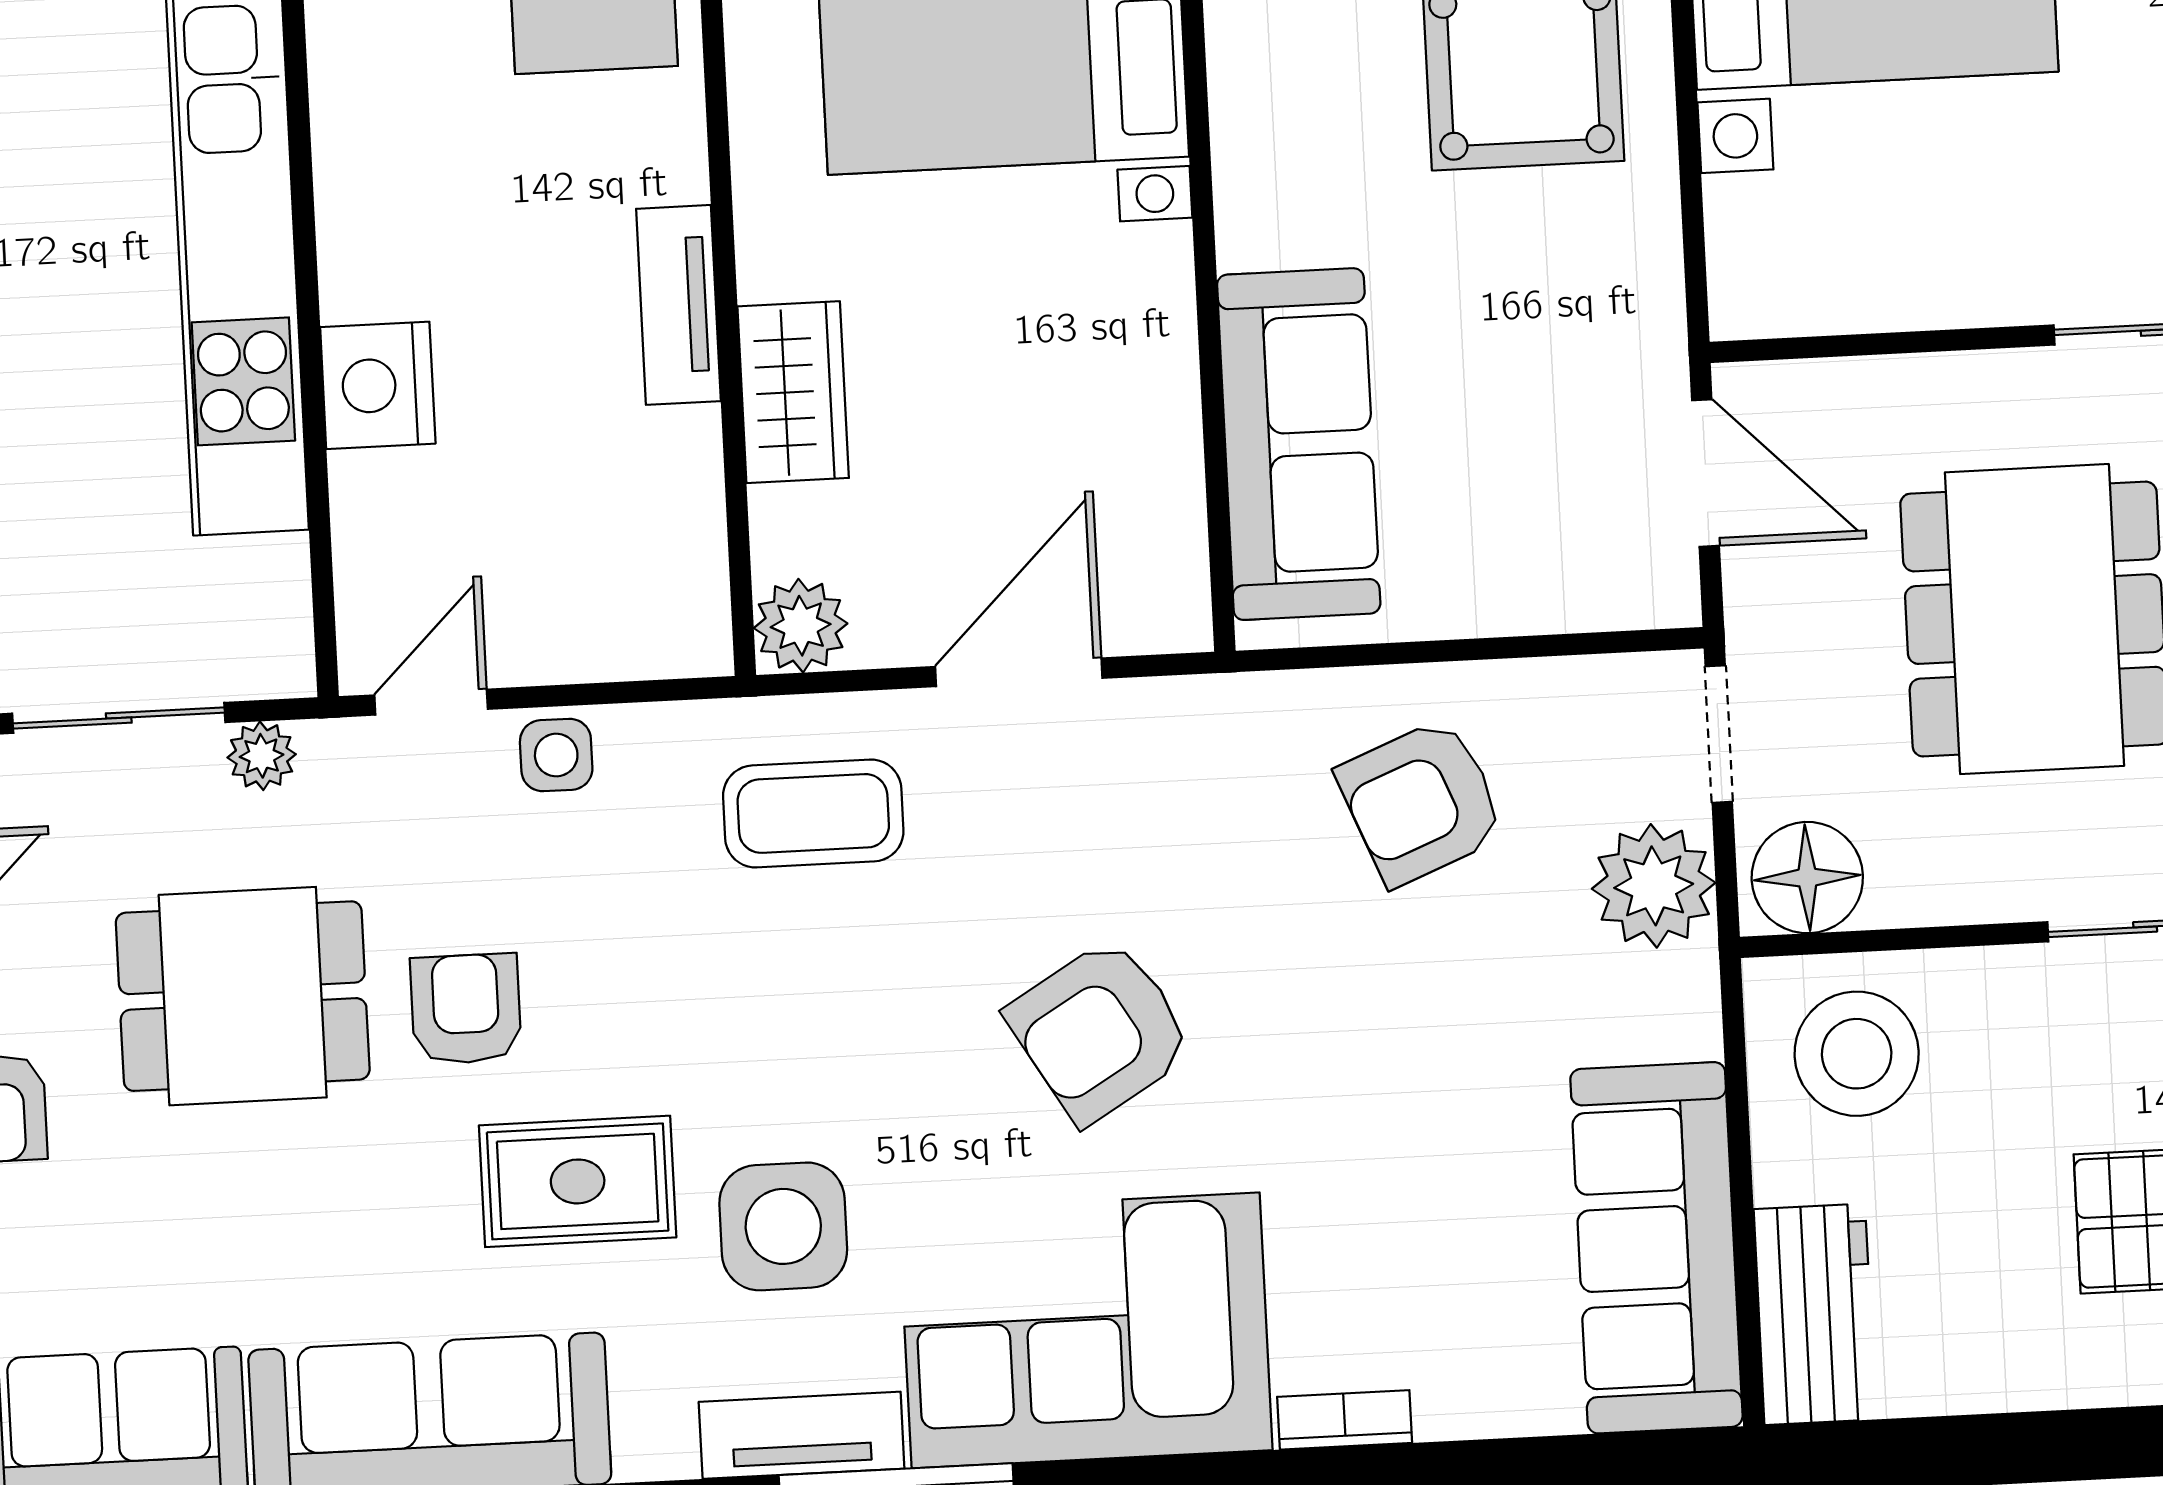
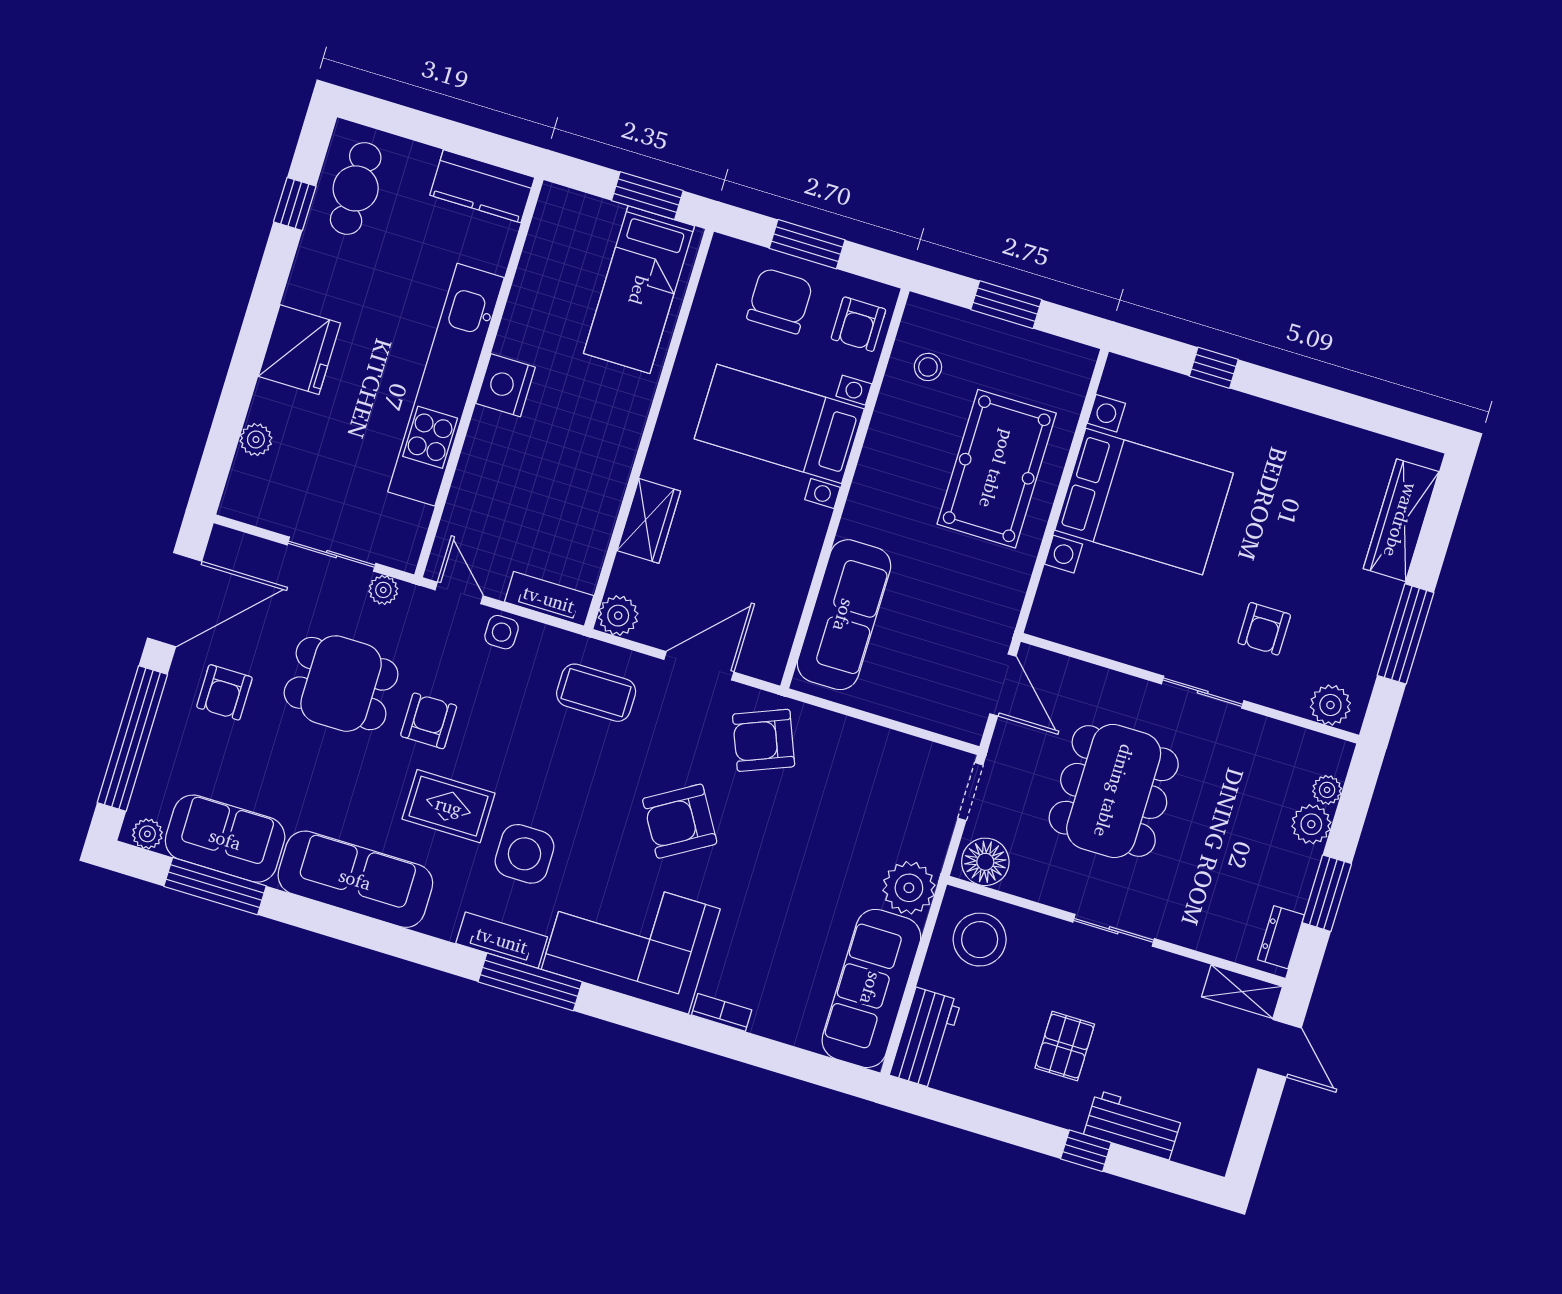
tv unit: (678, 305) -> (549, 599), moved, turned 90
nightstand: (378, 385) -> (506, 385), moved
door: (431, 702) -> (459, 593), hinge flipped
armchair: (1421, 802) -> (764, 740), moved
plant: (1654, 886) -> (909, 888), moved

